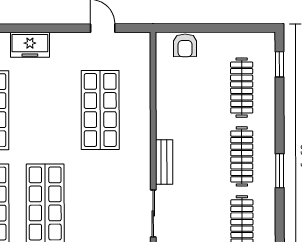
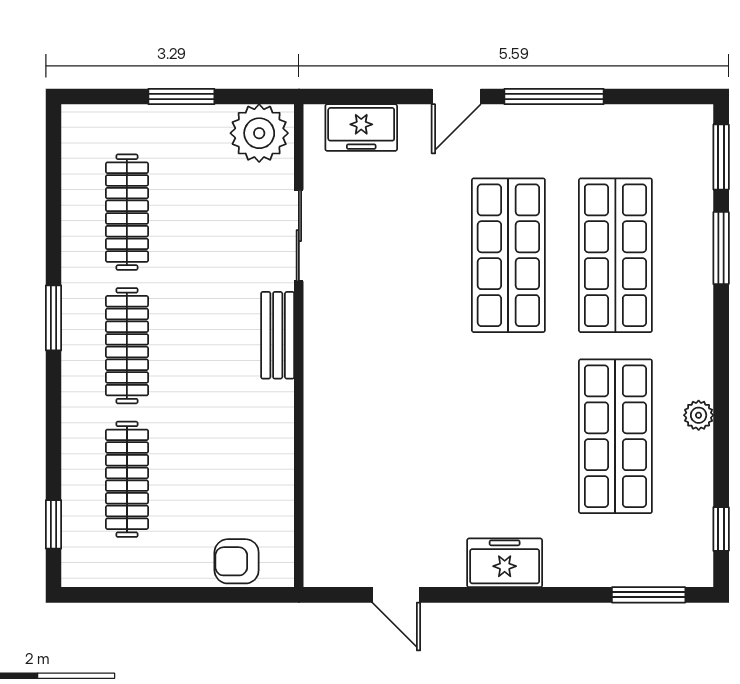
freezer: (30, 45) -> (505, 563), moved
armchair: (185, 45) -> (237, 561), turned -90
shop shelf: (100, 110) -> (401, 436), removed

